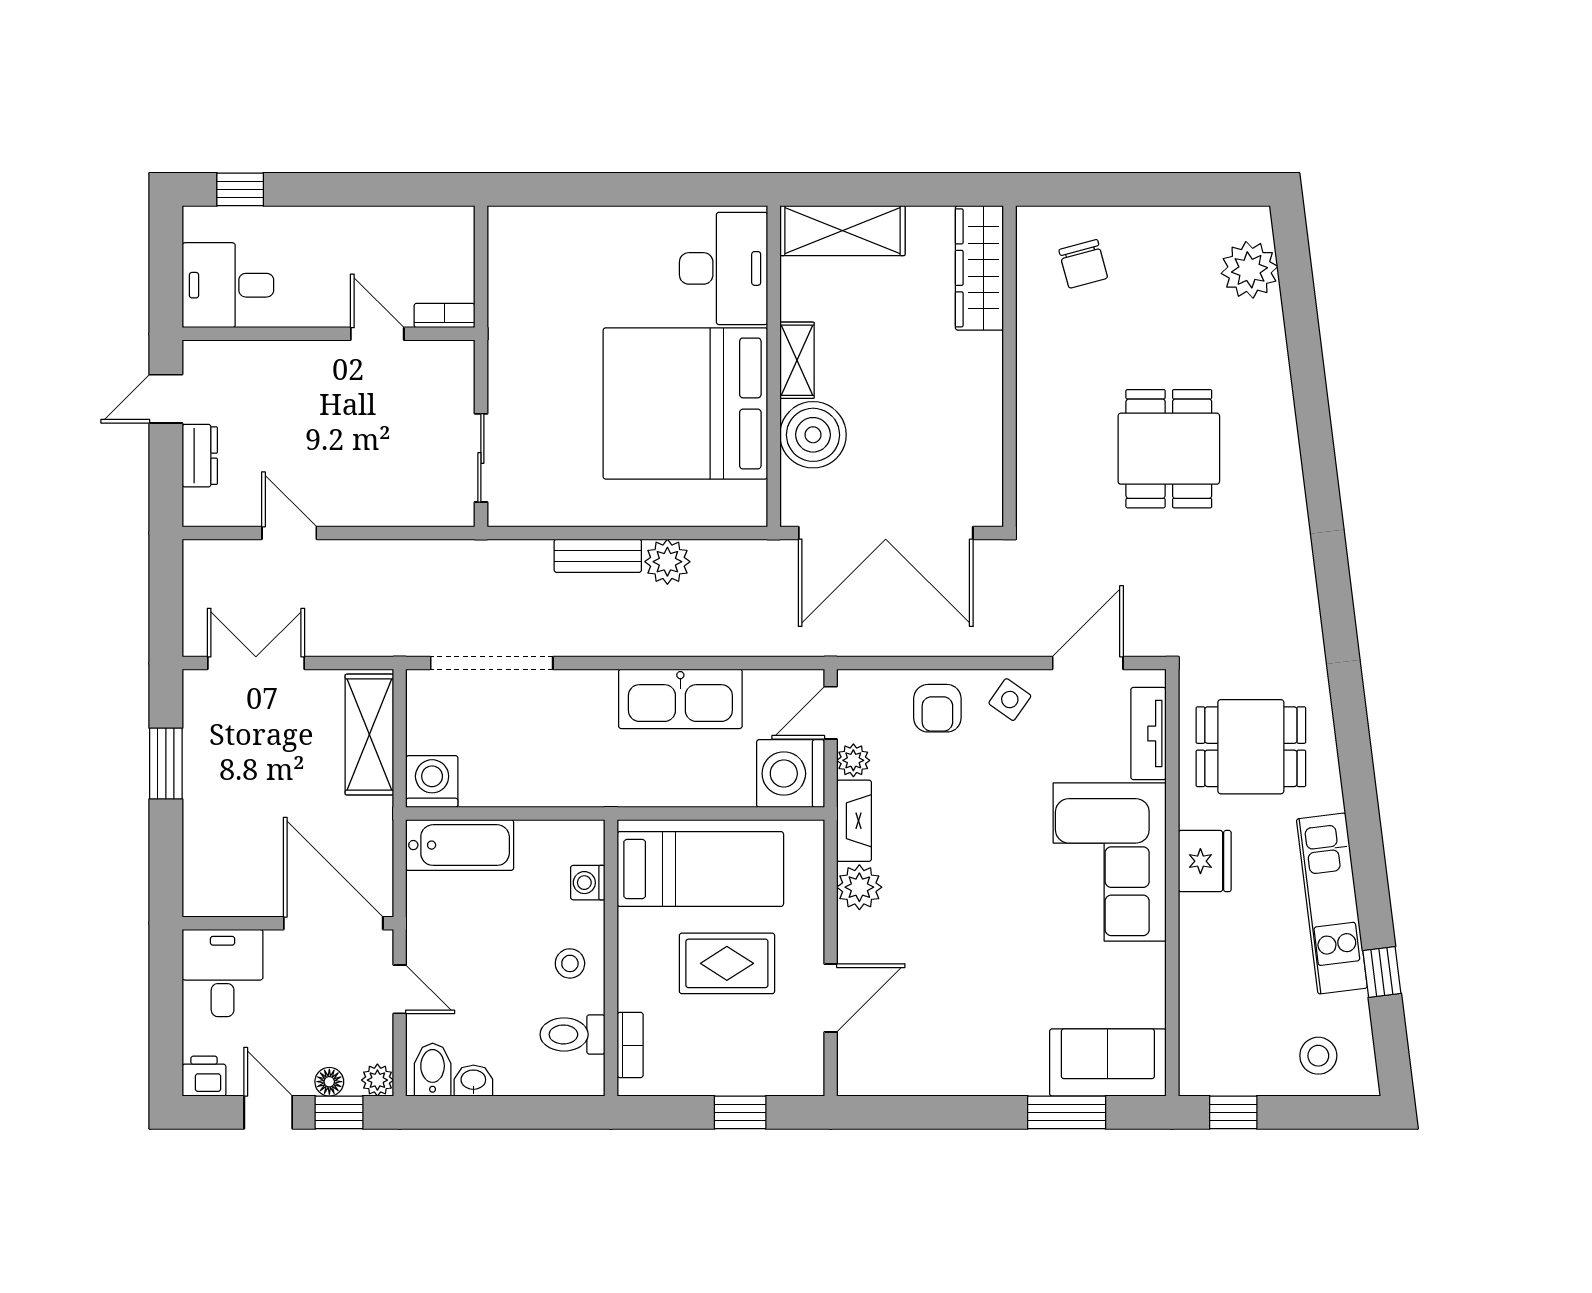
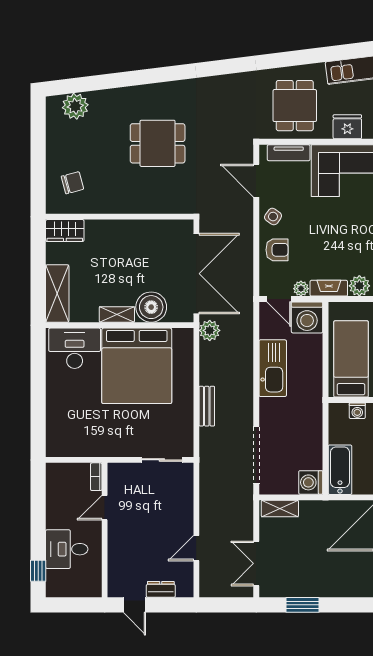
wardrobe: (979, 268) -> (65, 231), width x0.67
desk: (228, 285) -> (67, 549), moved, turned 90
plant: (667, 562) -> (210, 330), moved
shelving: (369, 735) -> (280, 509), width x0.67, depth x0.75

